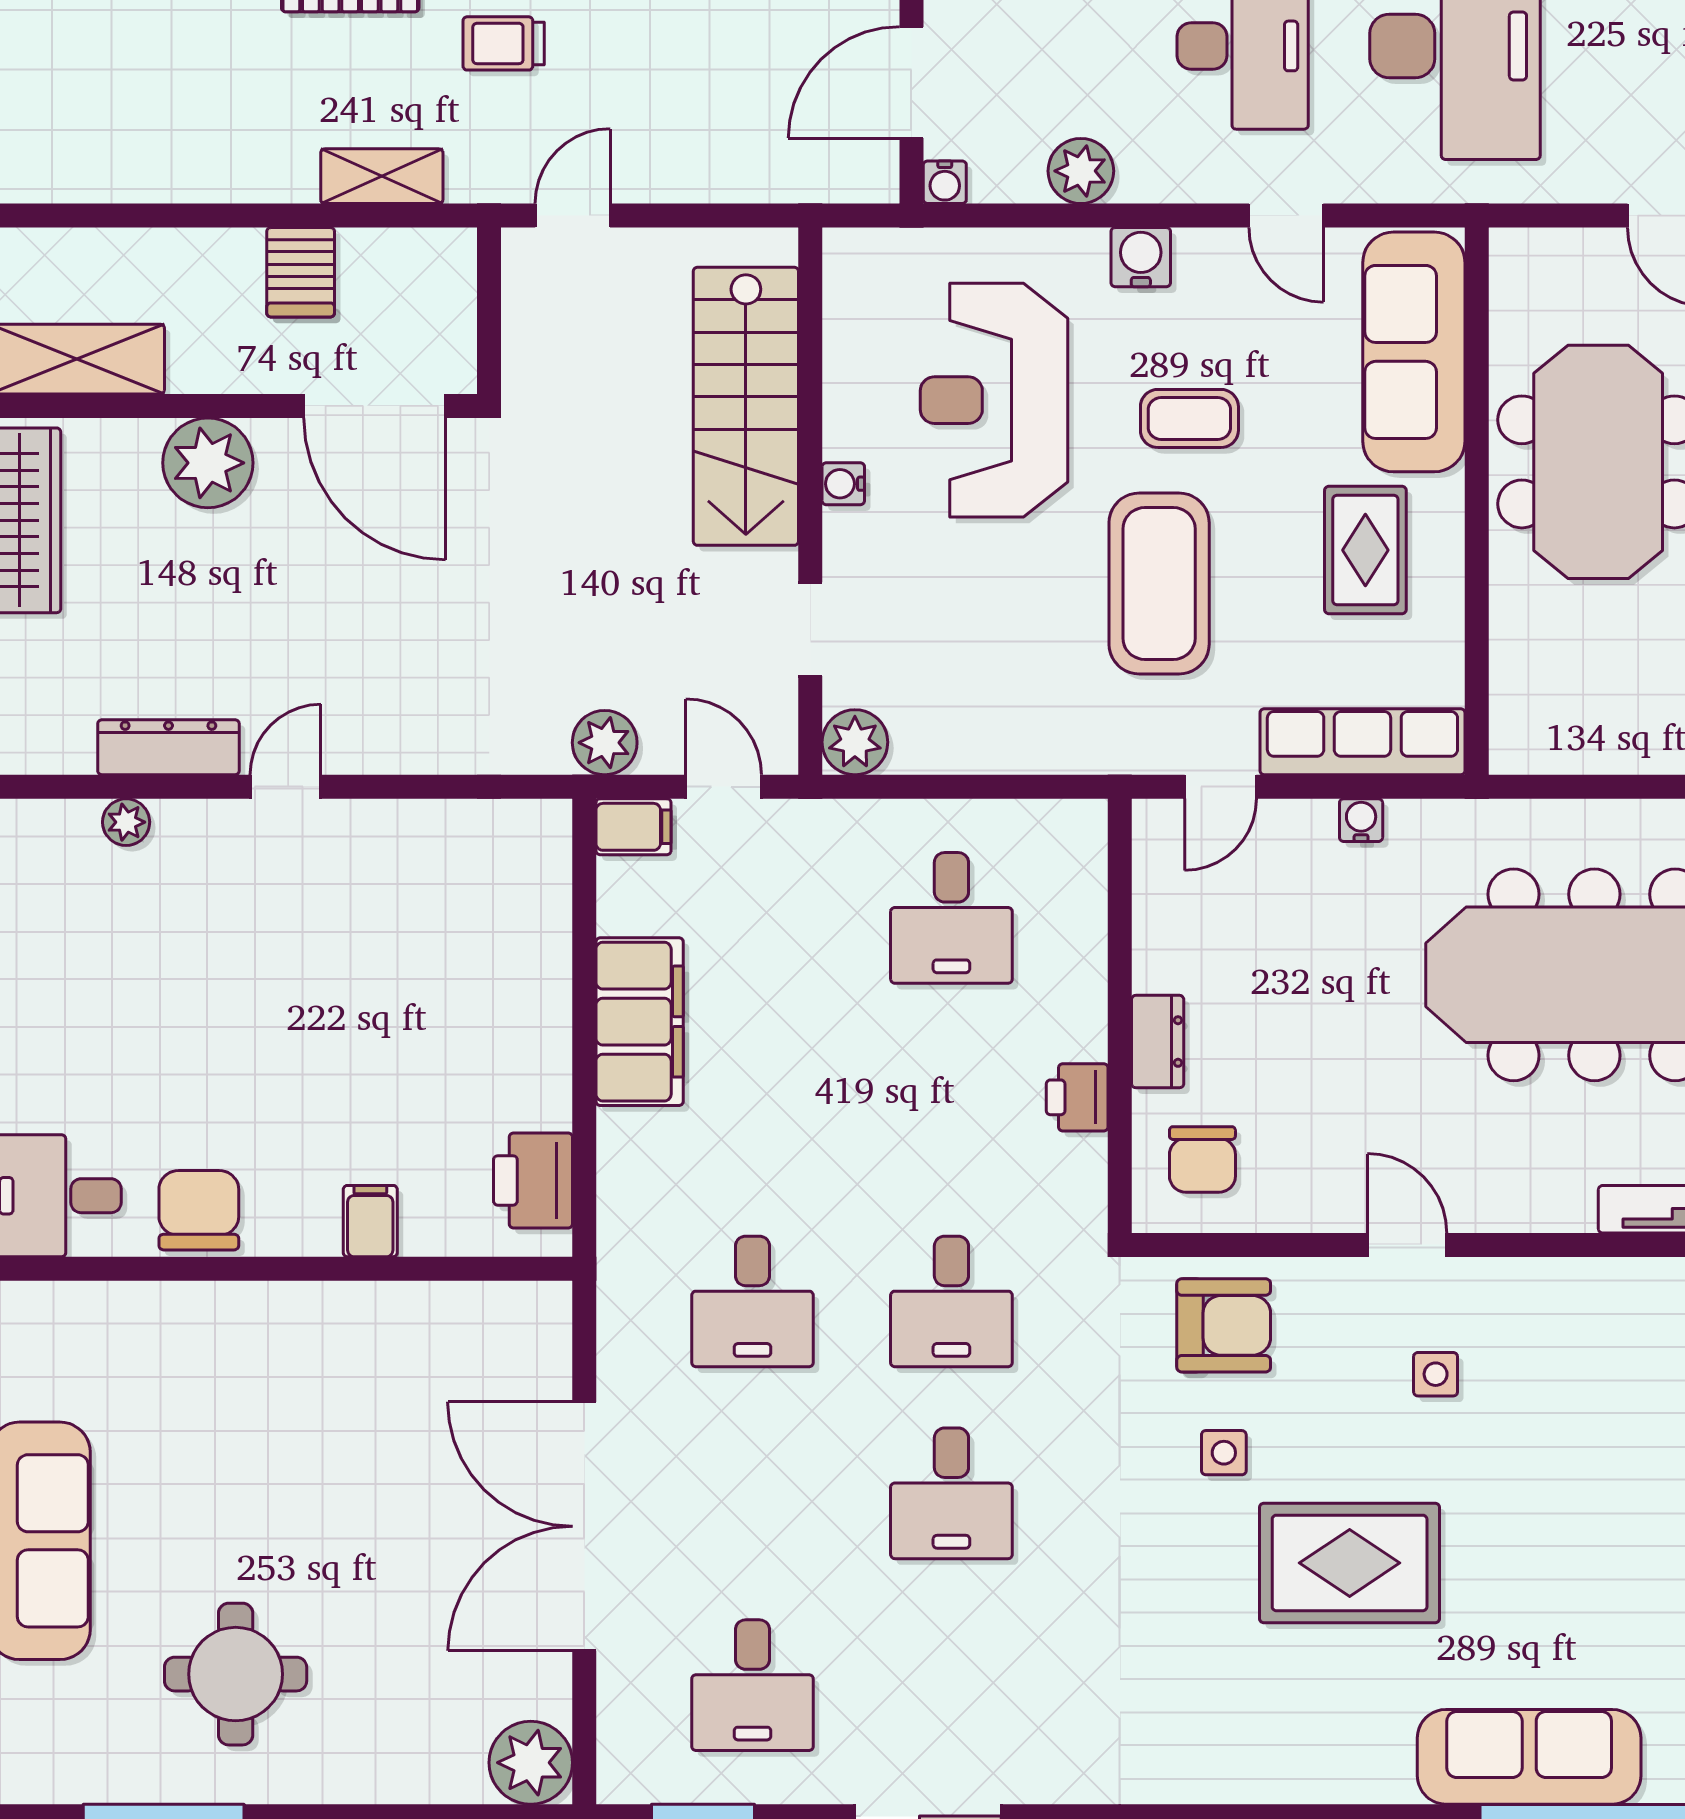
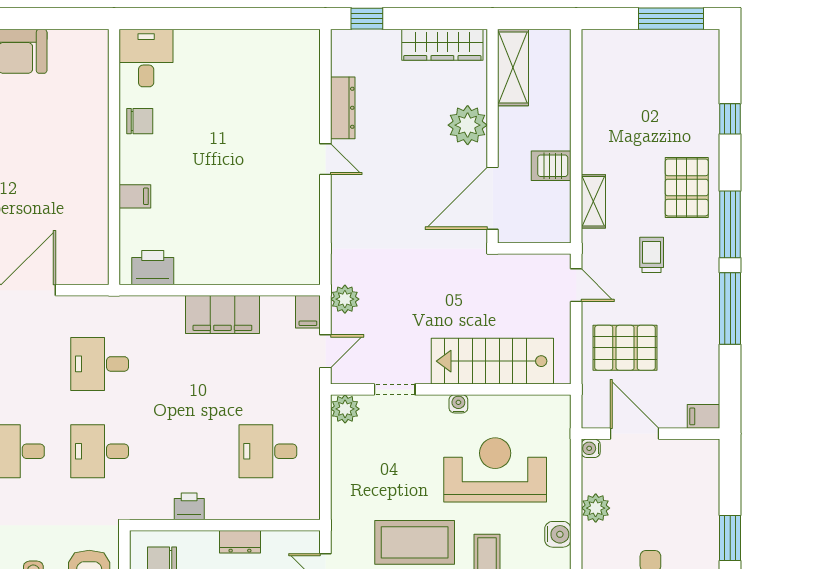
pallet: (716, 104) -> (625, 348), added
plant: (126, 822) -> (310, 89), removed
dresser: (1158, 1042) -> (240, 542), moved
chair: (199, 1210) -> (140, 121), width x0.73, depth x0.73

